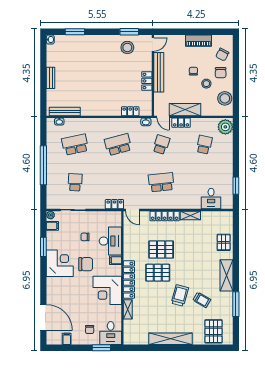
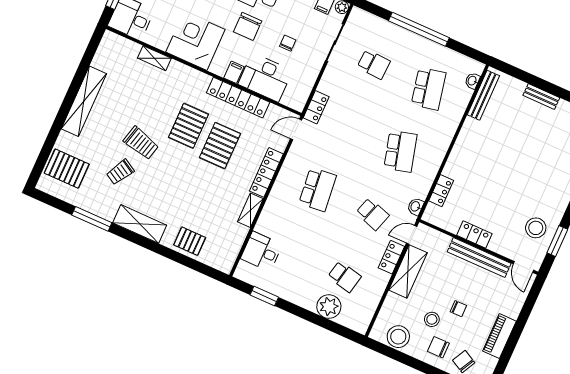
plant: (225, 127) -> (329, 307), moved
locker: (129, 280) -> (238, 98), moved

